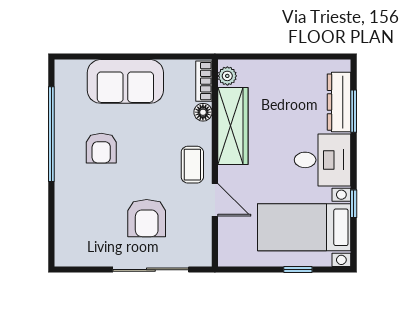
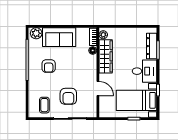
plant: (72, 73) -> (36, 33), added
coffee table: (192, 165) -> (44, 105), moved

